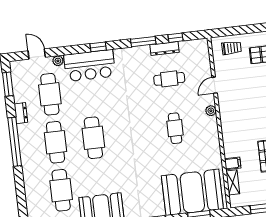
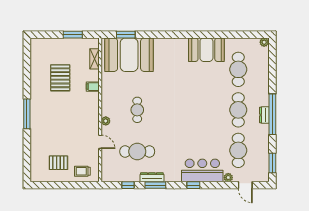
dresser: (164, 48) -> (152, 177), moved
cafe table: (169, 79) -> (137, 151), width x1.37, depth x1.35
door: (215, 85) -> (100, 142), hinge flipped
dresser: (21, 113) -> (264, 115), moved
cafe table: (93, 138) -> (206, 110), removed
filing cabinet: (233, 163) -> (93, 87), moved

